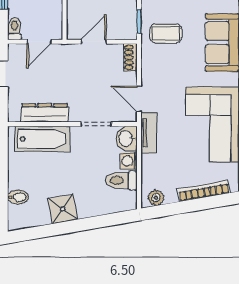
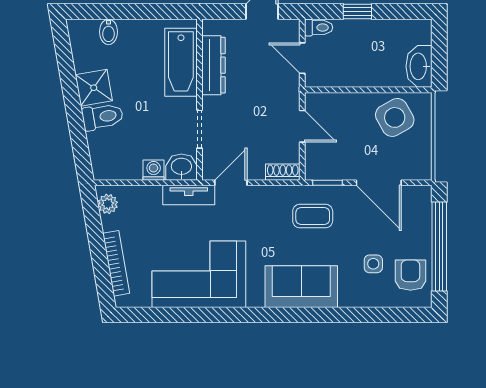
coffee table: (166, 33) -> (313, 216), turned 90
toilet: (121, 180) -> (103, 117), moved, turned 80

